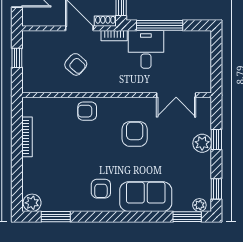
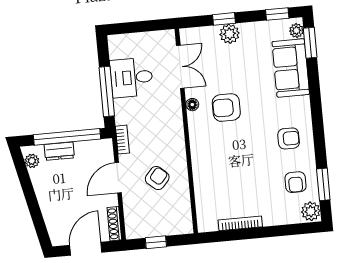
shoe rack: (105, 21) -> (114, 224), moved, width x1.43
desk: (146, 49) -> (132, 78), moved
floor lamp: (140, 103) -> (192, 105), added
armchair: (87, 111) -> (295, 182), moved
sofa: (146, 197) -> (291, 68), moved

